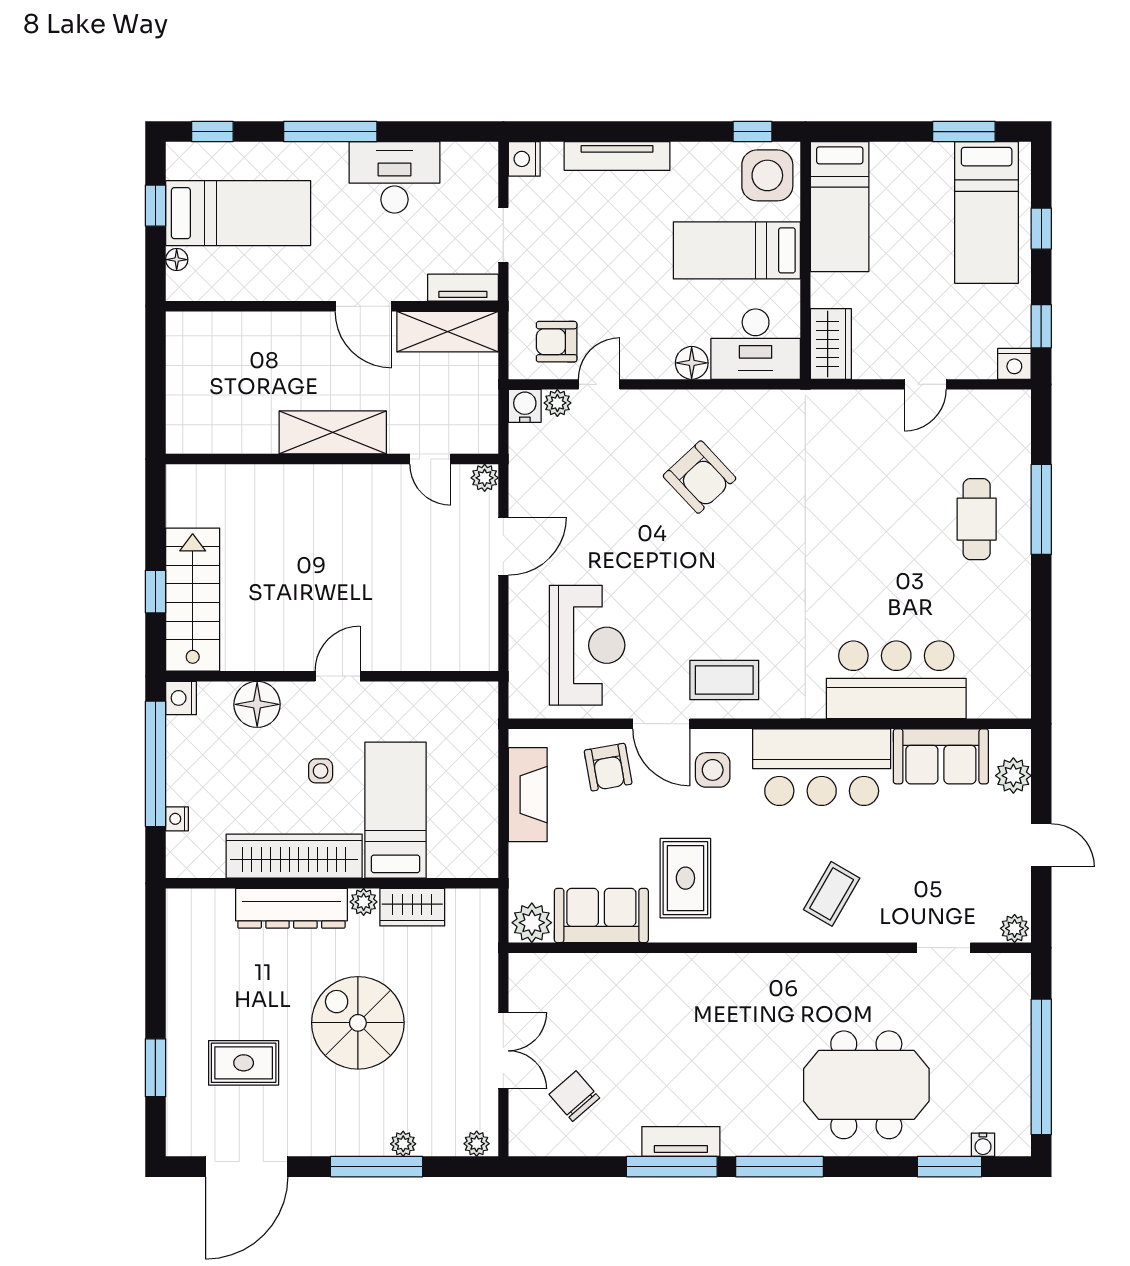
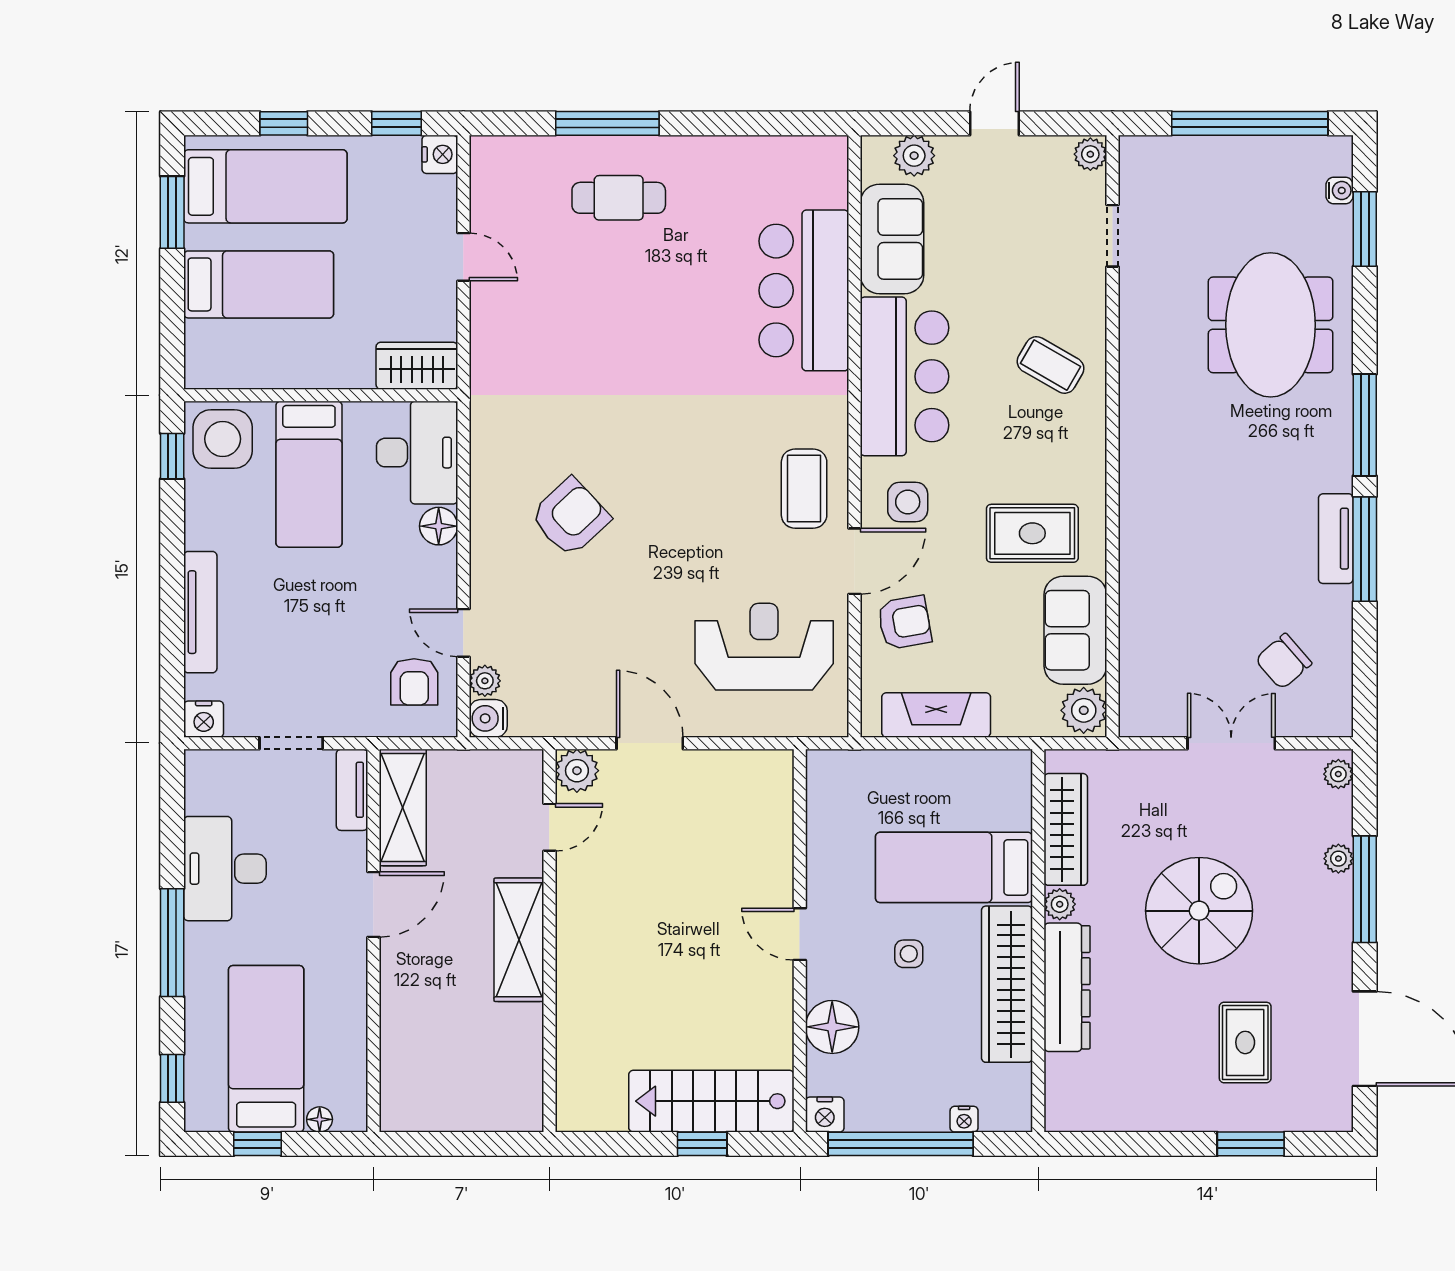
bed: (840, 207) -> (259, 284), moved
plant: (485, 478) -> (577, 771), width x1.38, depth x1.38
wardrobe: (412, 907) -> (1066, 829), width x1.50
spiral stairs: (358, 1023) -> (1199, 911), turned 180

